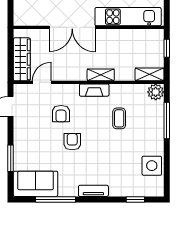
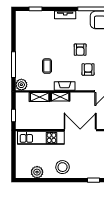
shelving: (149, 74) -> (40, 97), moved
side table: (152, 166) -> (24, 33), removed

